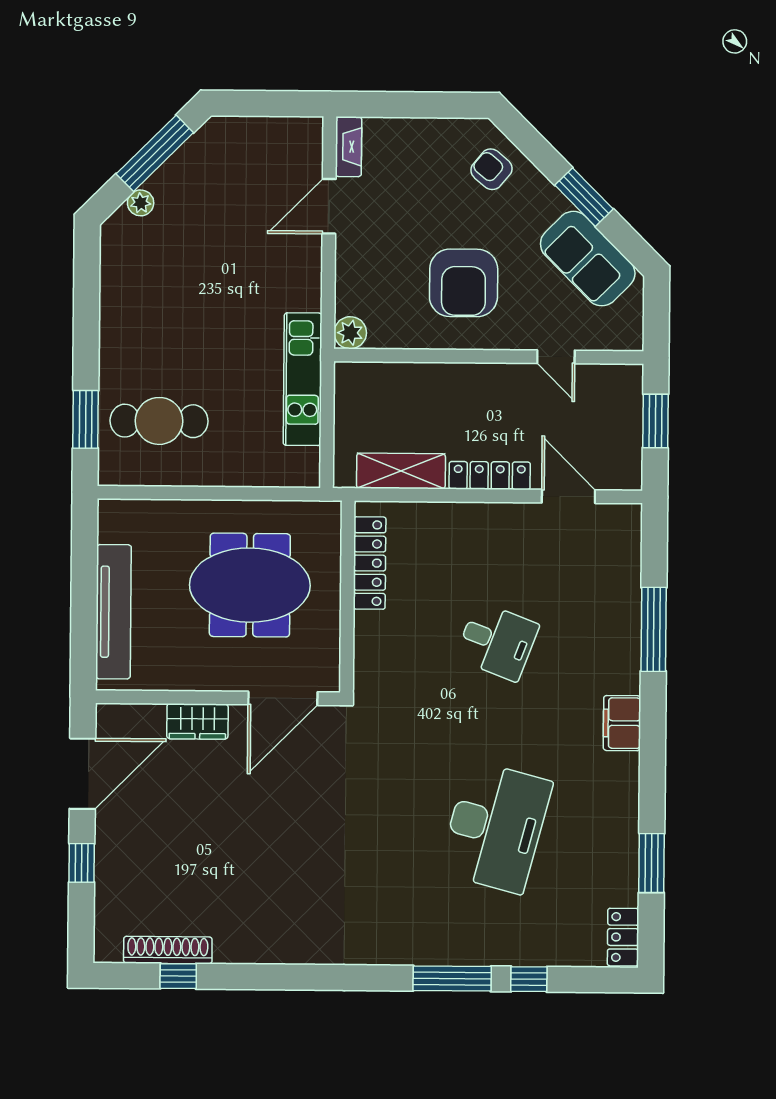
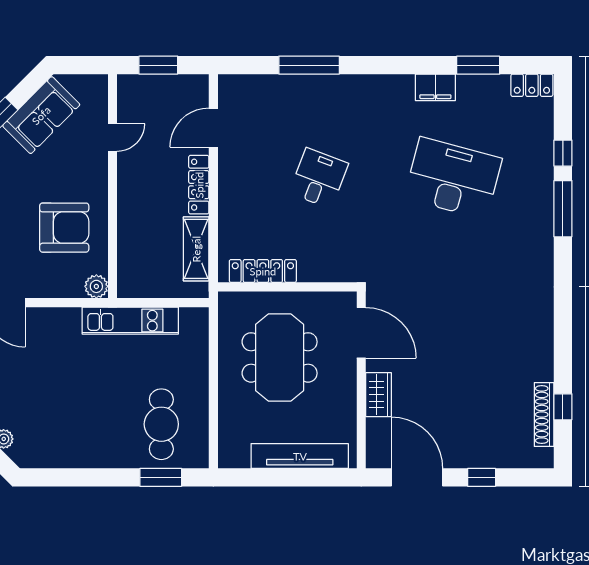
armchair: (464, 283) -> (64, 228), moved
filing cabinet: (622, 723) -> (435, 87), moved

